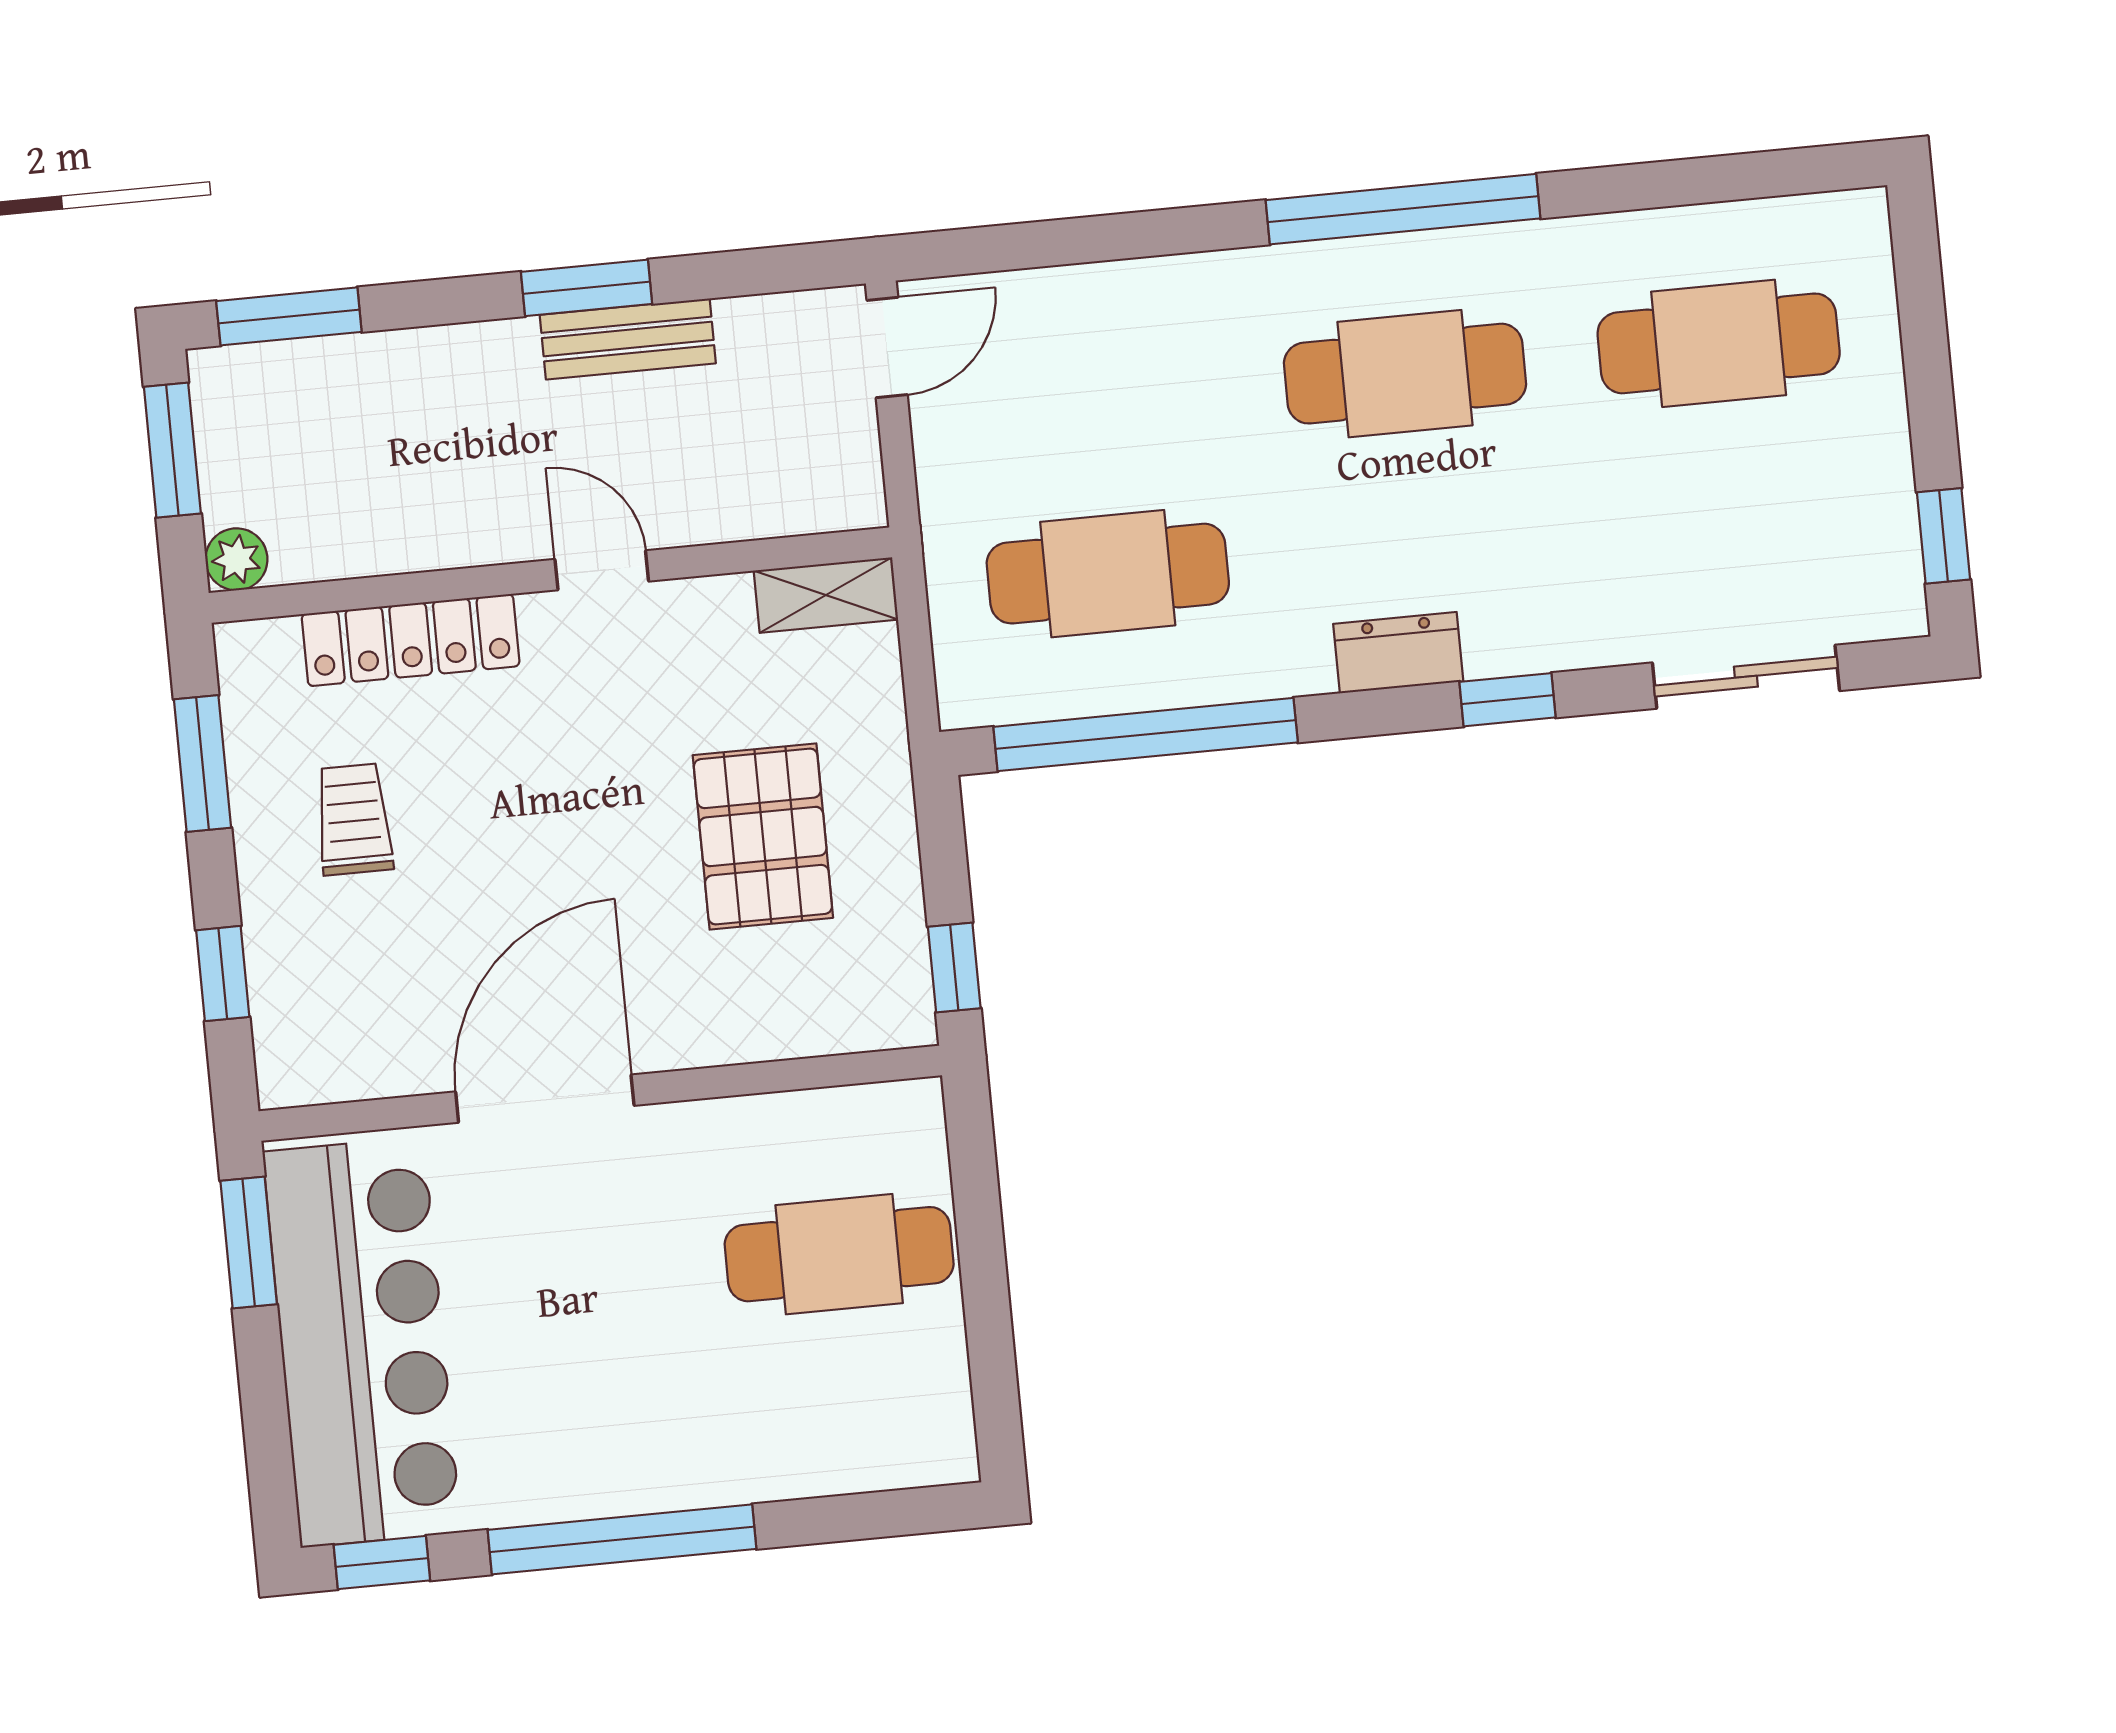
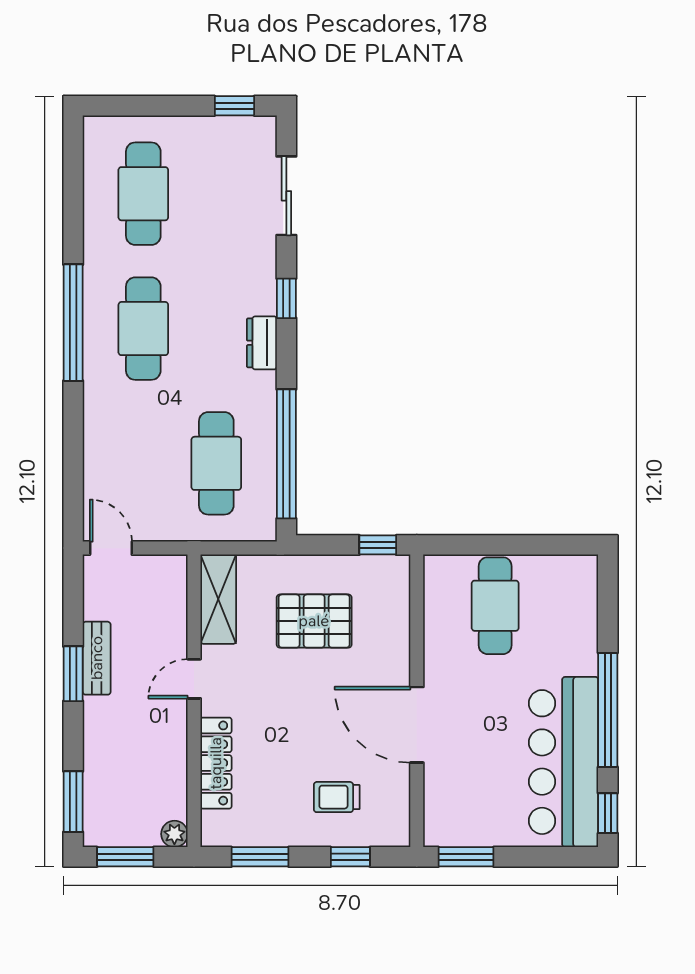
shelving: (826, 595) -> (218, 599), width x1.50, depth x1.33
trolley: (354, 819) -> (337, 797), moved
bar counter: (362, 1342) -> (564, 762), moved, turned -90

